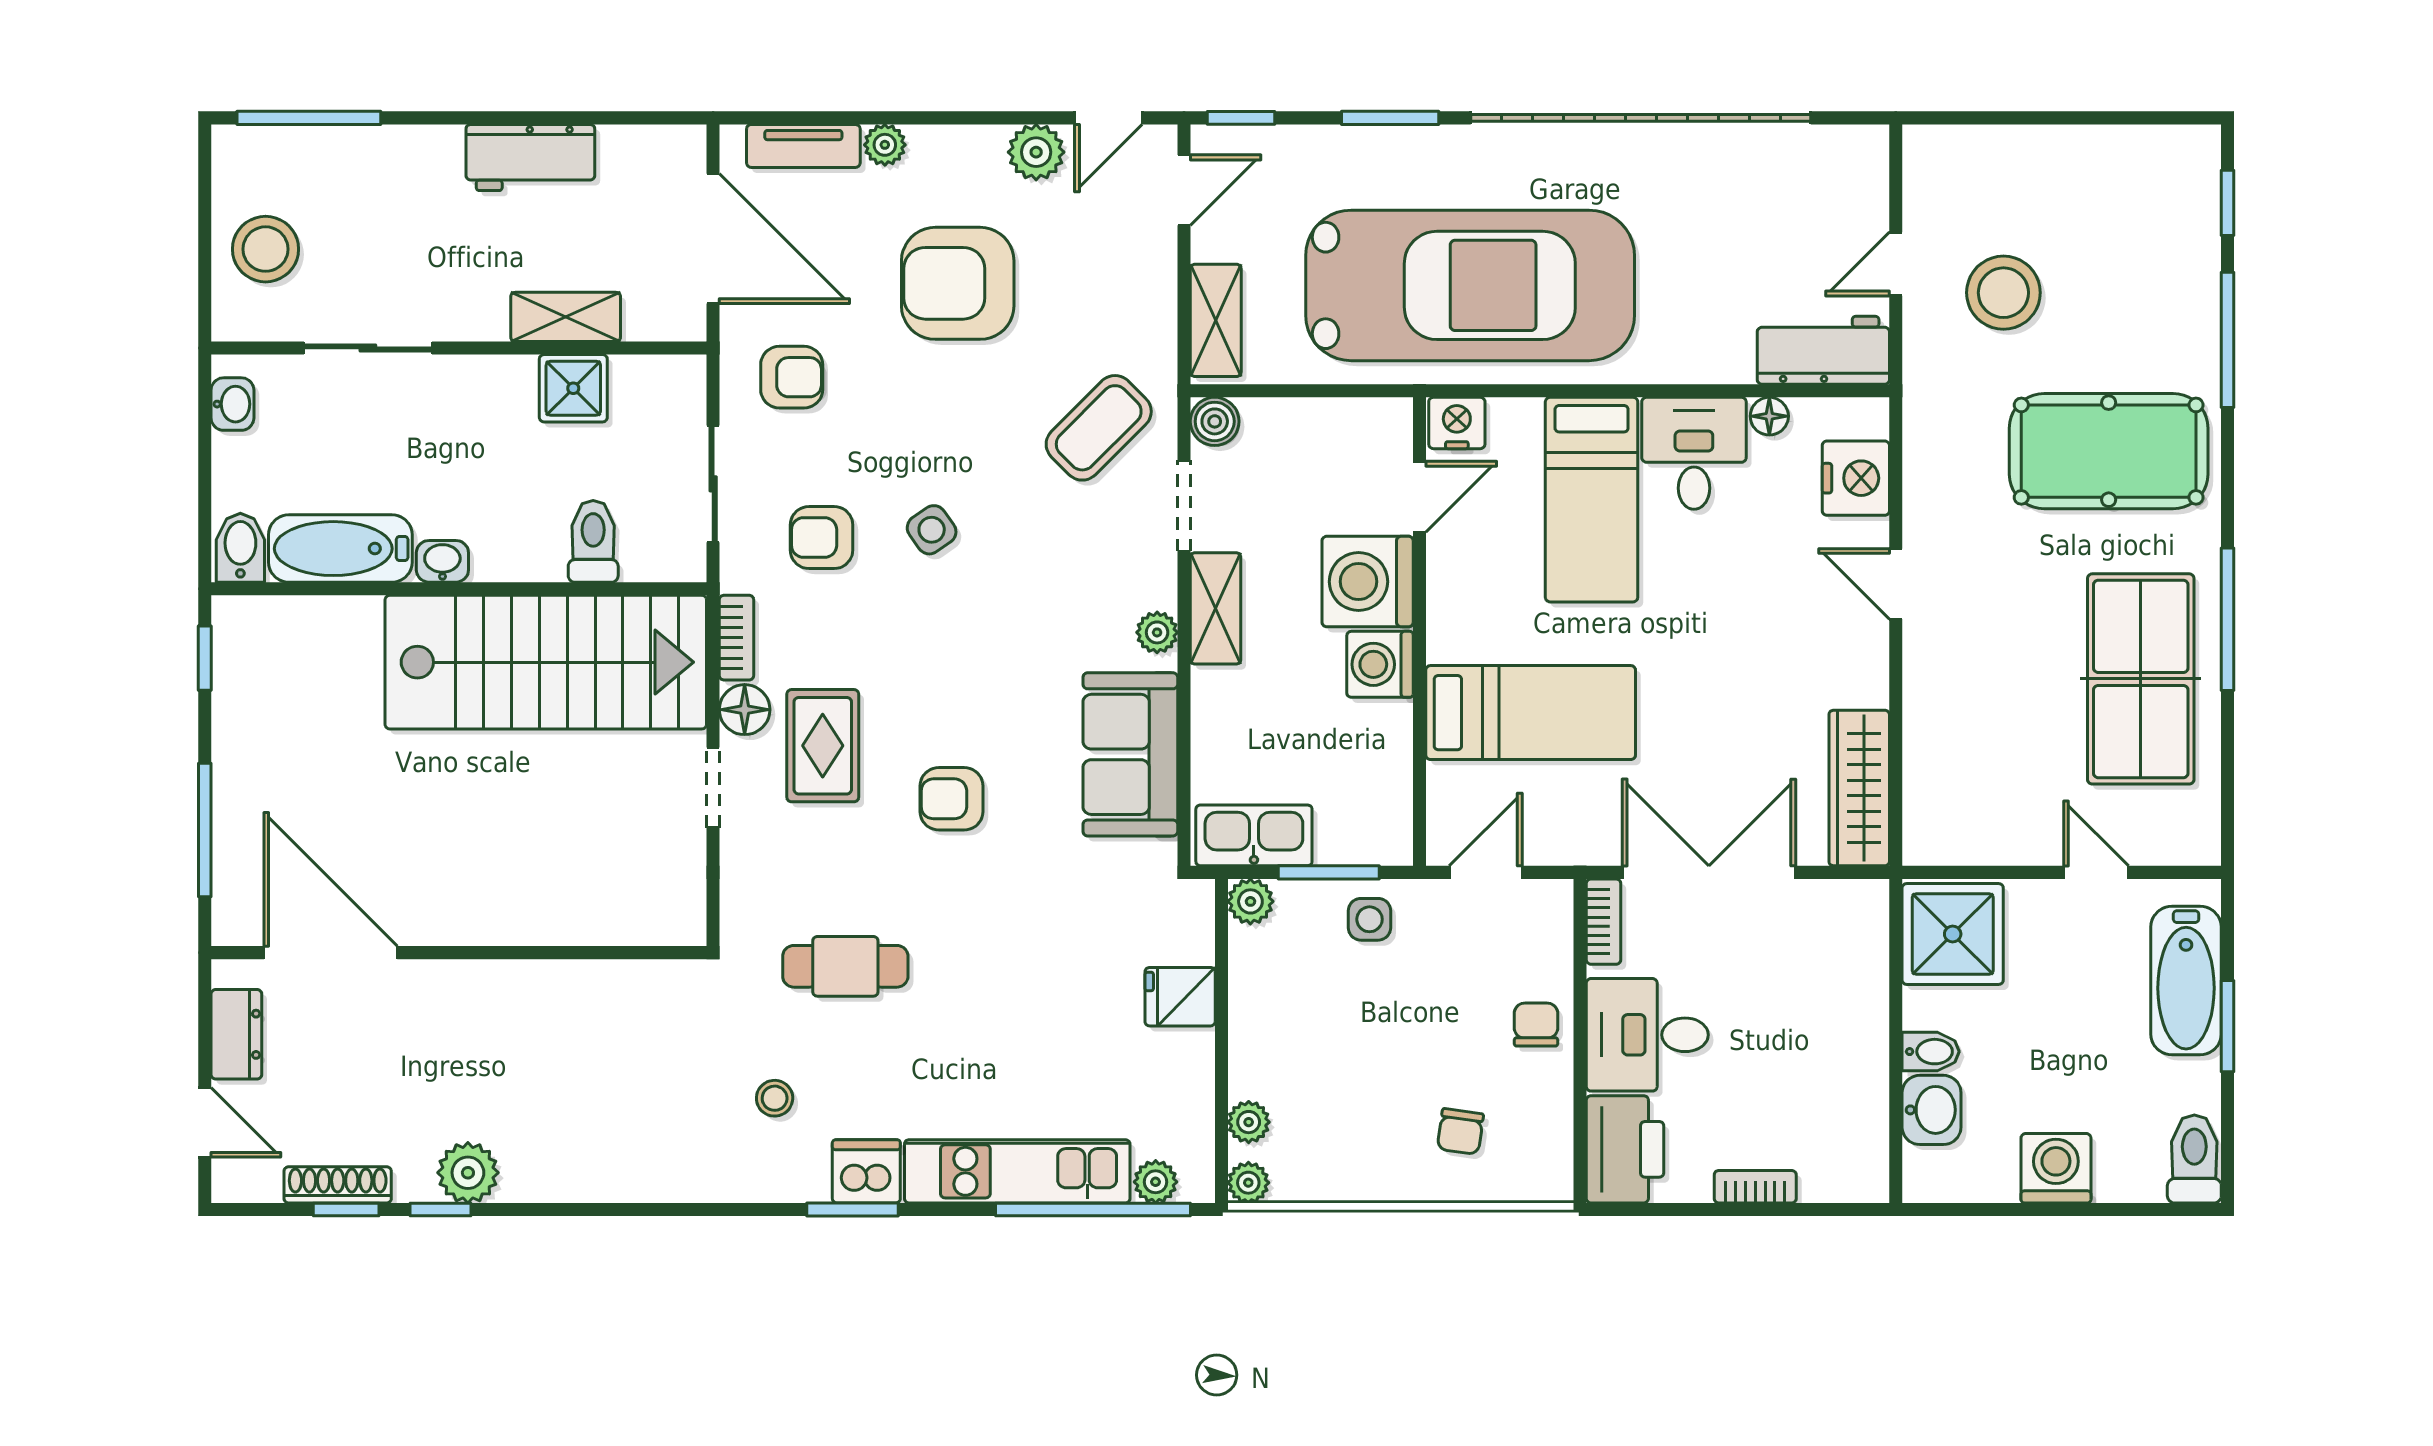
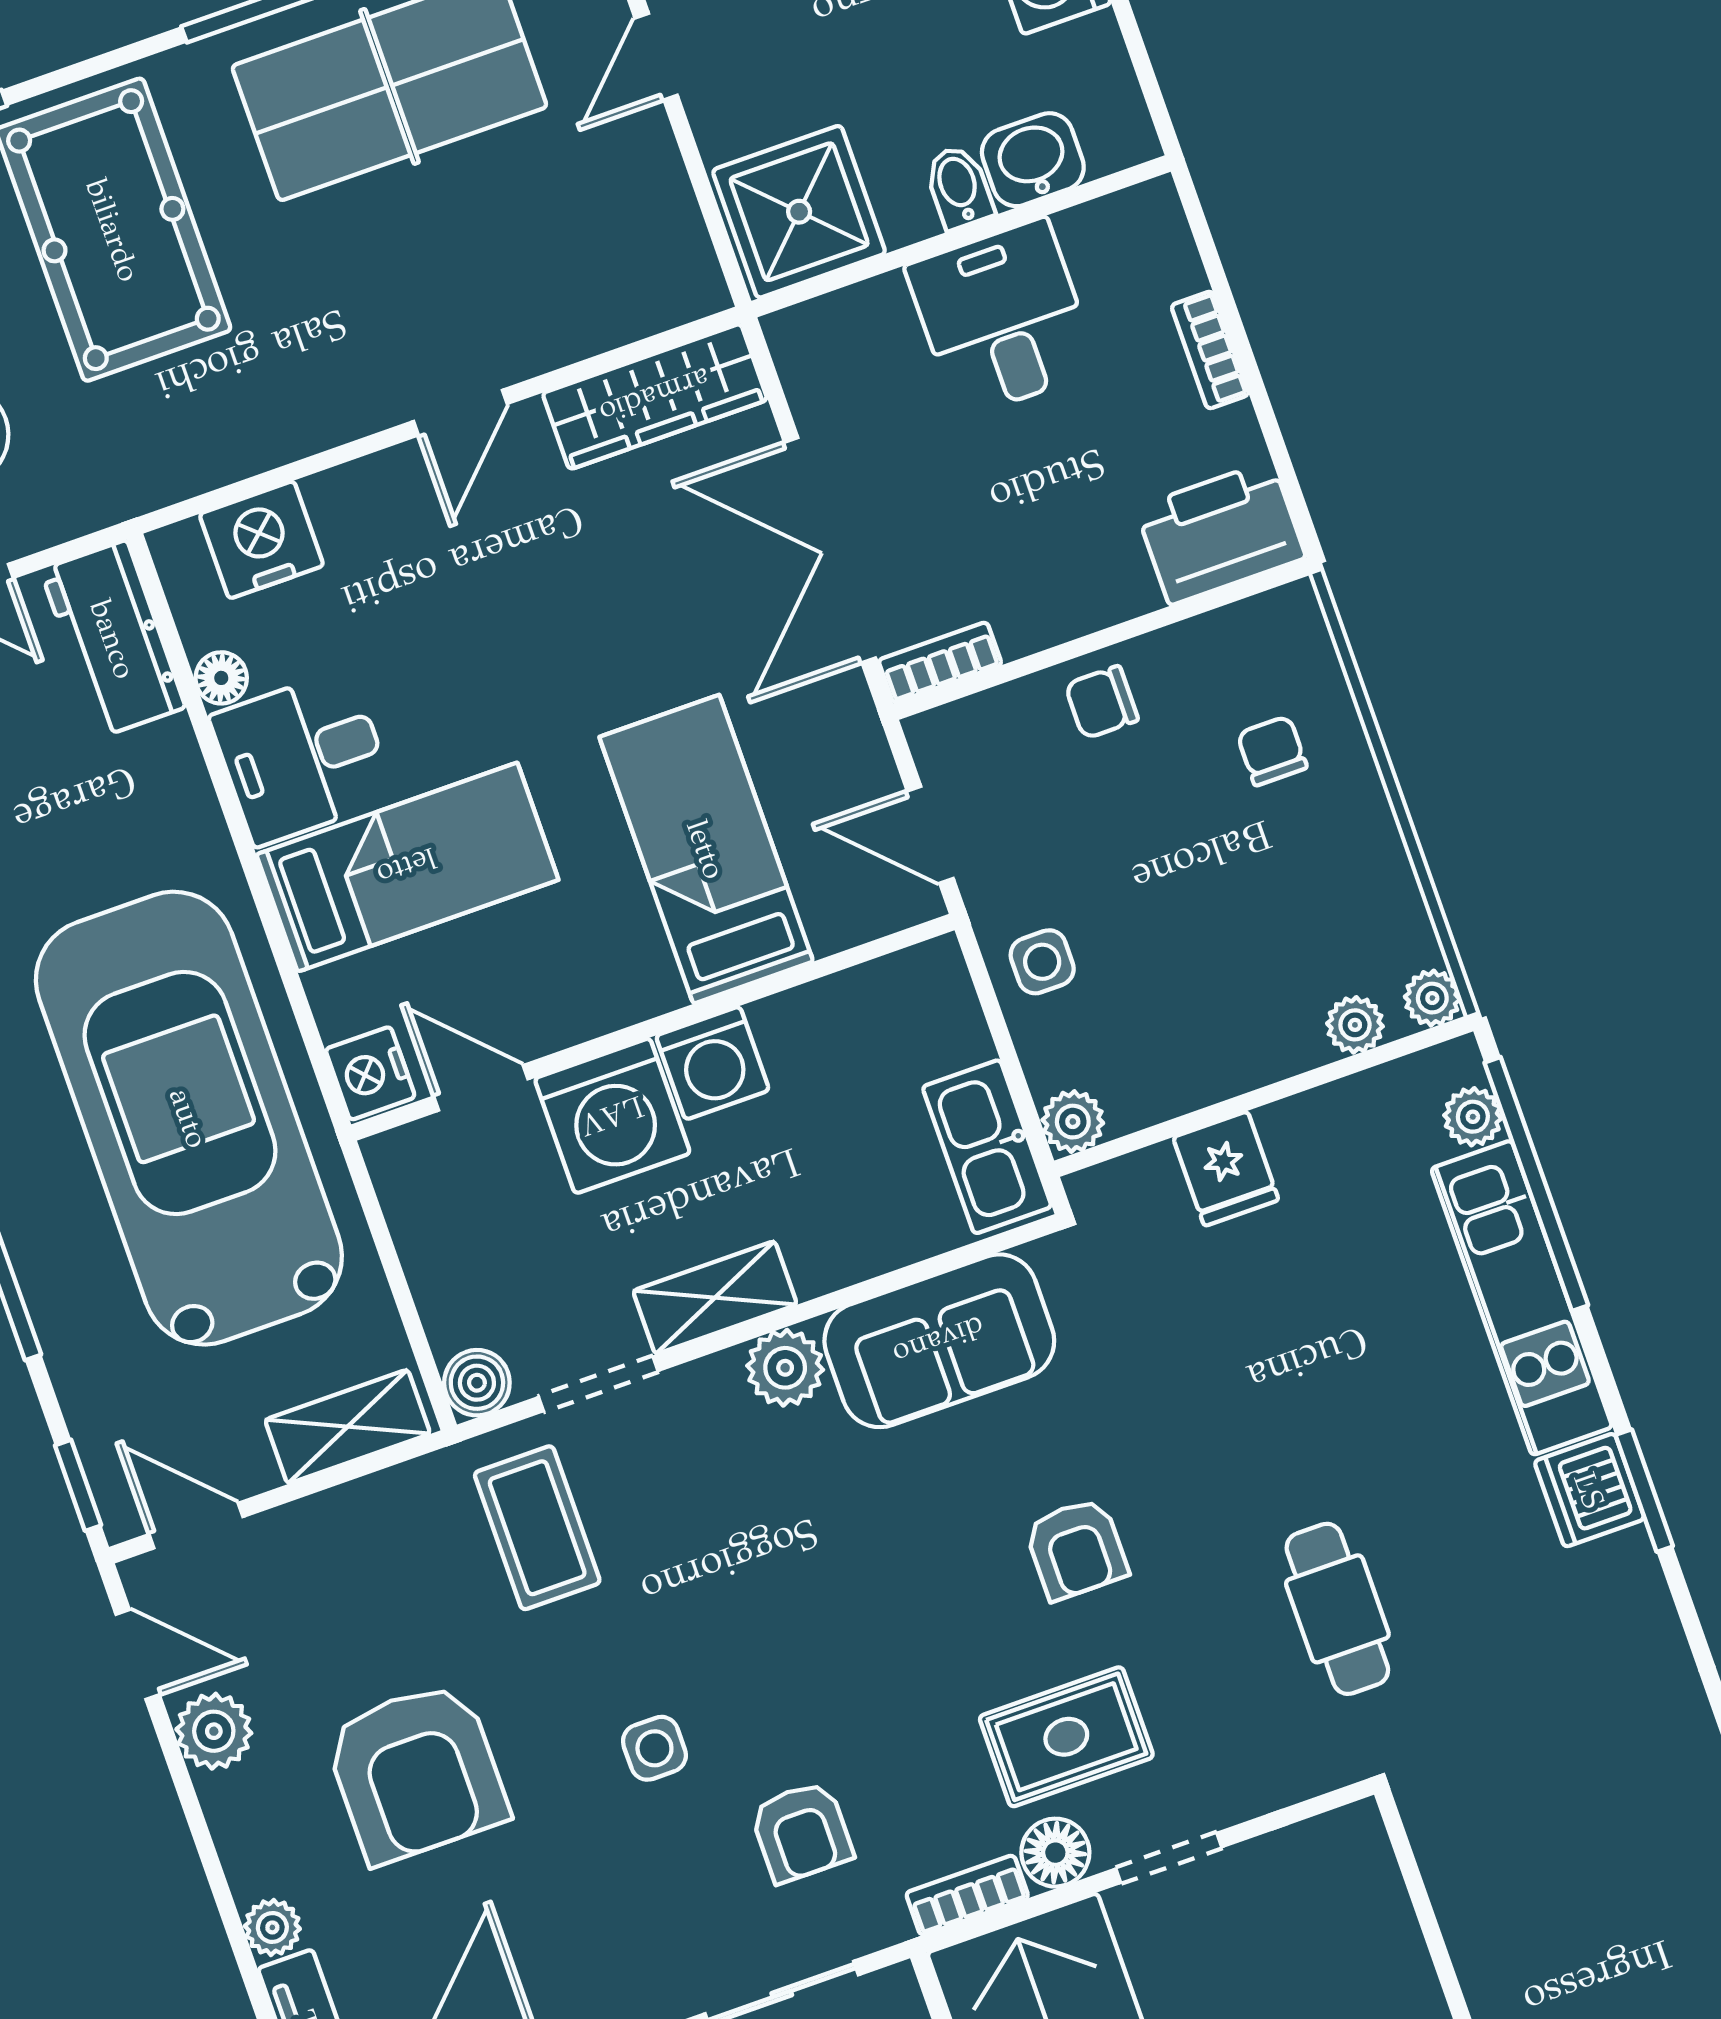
armchair: (792, 377) -> (610, 1942), removed
coffee table: (1099, 428) -> (537, 1528), turned 45
side table: (932, 530) -> (654, 1748), moved, turned 35
door: (1896, 584) -> (460, 413), moved
plant: (1157, 632) -> (785, 1368), width x1.38, depth x1.38
window: (1329, 872) -> (1001, 1035), removed
desk: (1647, 1035) -> (1002, 318), moved, turned 180
stool: (775, 1098) -> (1537, 1640), removed
chair: (1460, 1132) -> (1272, 751), turned -98

